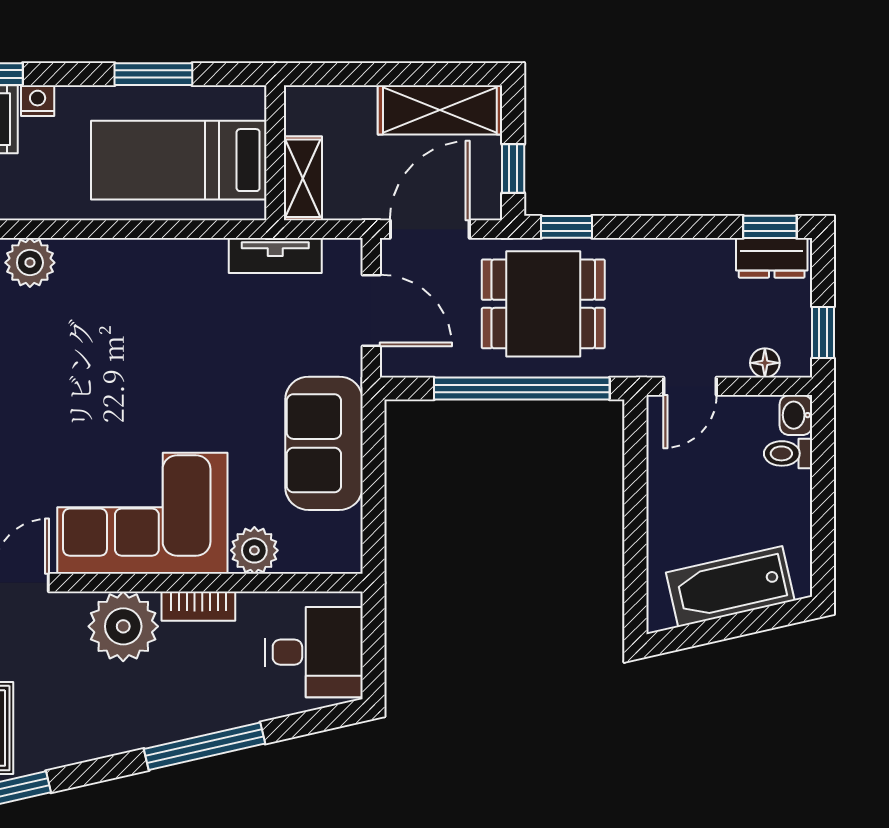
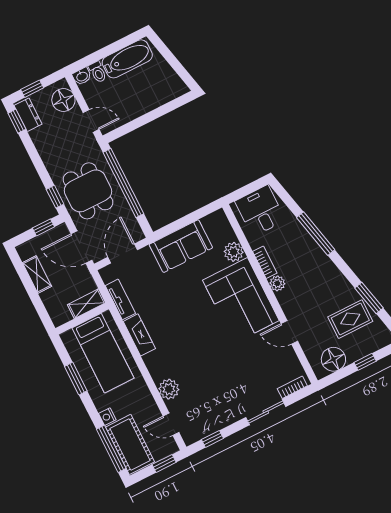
shelving: (440, 110) -> (37, 274), width x0.67, depth x0.75
fireplace: (178, 258) -> (139, 335), added
window: (823, 332) -> (32, 89), moved
floor lamp: (765, 363) -> (63, 100), width x1.89, depth x1.89
bathtub: (730, 586) -> (127, 59), moved, turned -77
plant: (123, 626) -> (277, 283), width x0.53, depth x0.53

